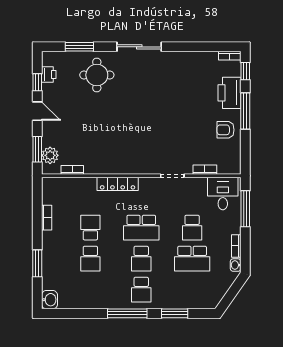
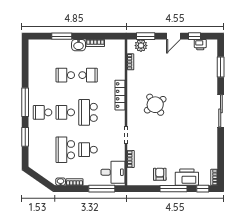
round table: (97, 75) -> (155, 105), moved, turned -35
washbasin: (50, 300) -> (79, 45), moved

